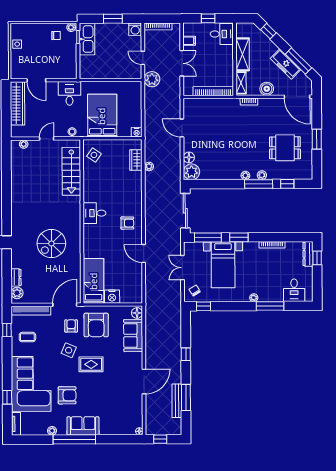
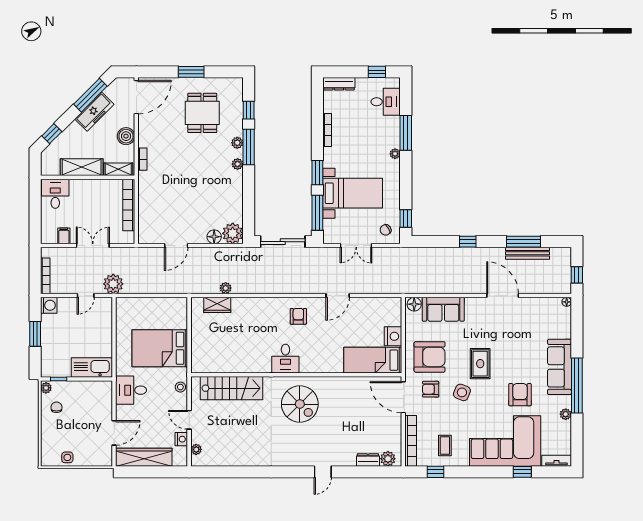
window: (208, 18) -> (35, 211), removed
kitchen sink: (87, 39) -> (92, 367), moved
nightstand: (137, 132) -> (181, 439), moved
side table: (94, 155) -> (210, 359), removed
spiral stairs: (51, 244) -> (300, 404), moved
window: (317, 258) -> (377, 72), moved
sofa: (83, 426) -> (559, 367), width x1.36

